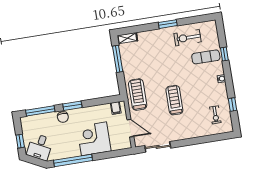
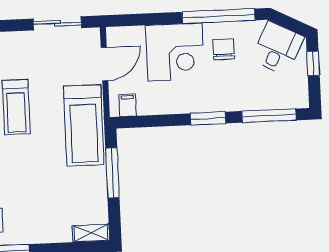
window: (118, 59) -> (112, 173), moved
treadmill: (138, 95) -> (84, 125), width x1.37, depth x1.38
chair: (63, 117) -> (224, 49), moved
door: (130, 128) -> (104, 64), swing flipped

